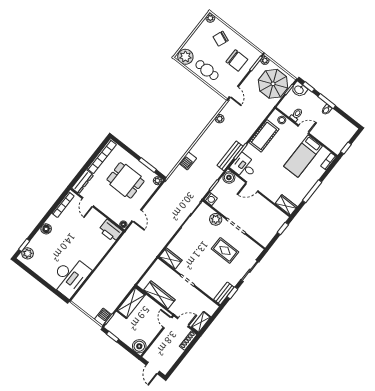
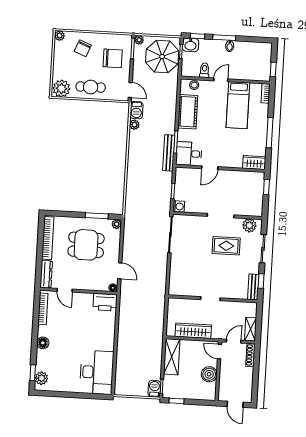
barbecue: (188, 161) -> (136, 110), moved
boiler: (229, 177) -> (182, 174), removed
plant: (216, 219) -> (249, 225), moved
wardrobe: (171, 258) -> (180, 289), removed
boiler: (139, 346) -> (209, 374), moved

